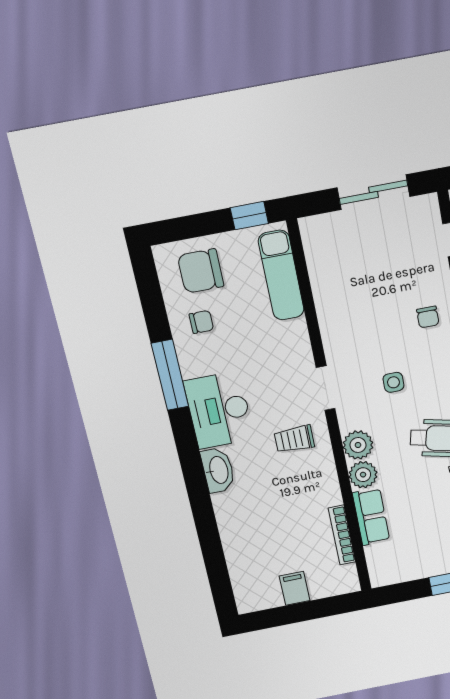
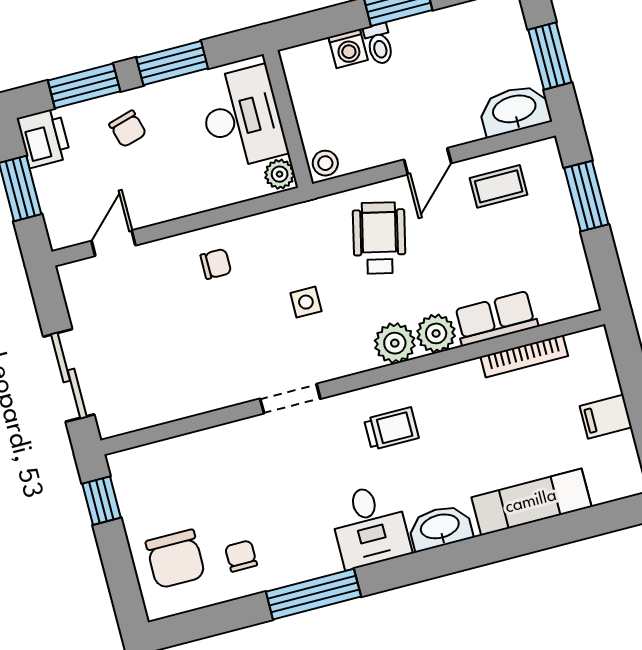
sliding door: (374, 192) -> (69, 375), moved
exam couch: (281, 275) -> (531, 502), moved, turned 180
doorway: (326, 388) -> (290, 399), moved
desk: (219, 410) -> (370, 526), width x0.73
trolley: (294, 439) -> (391, 429), turned -90

